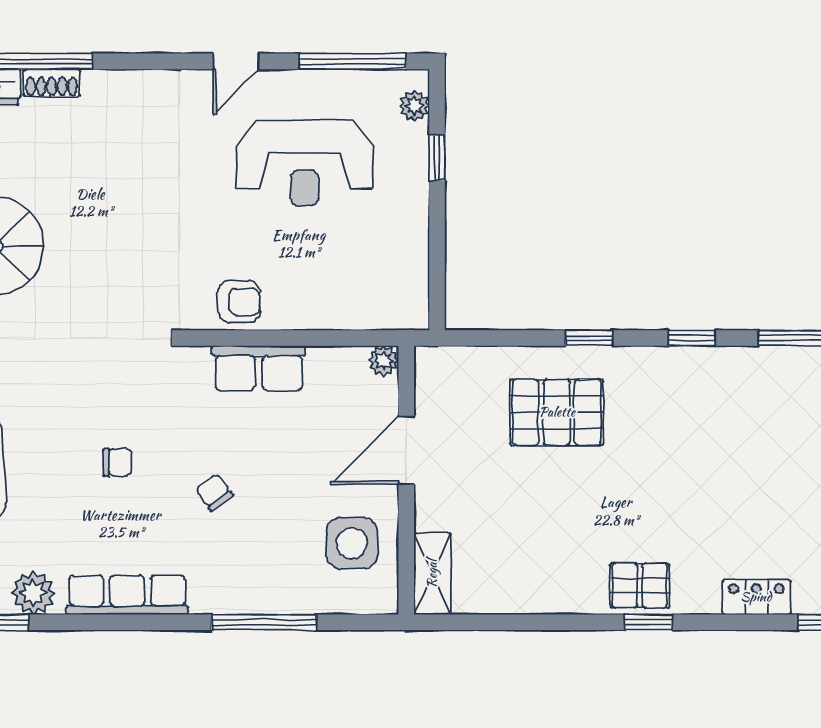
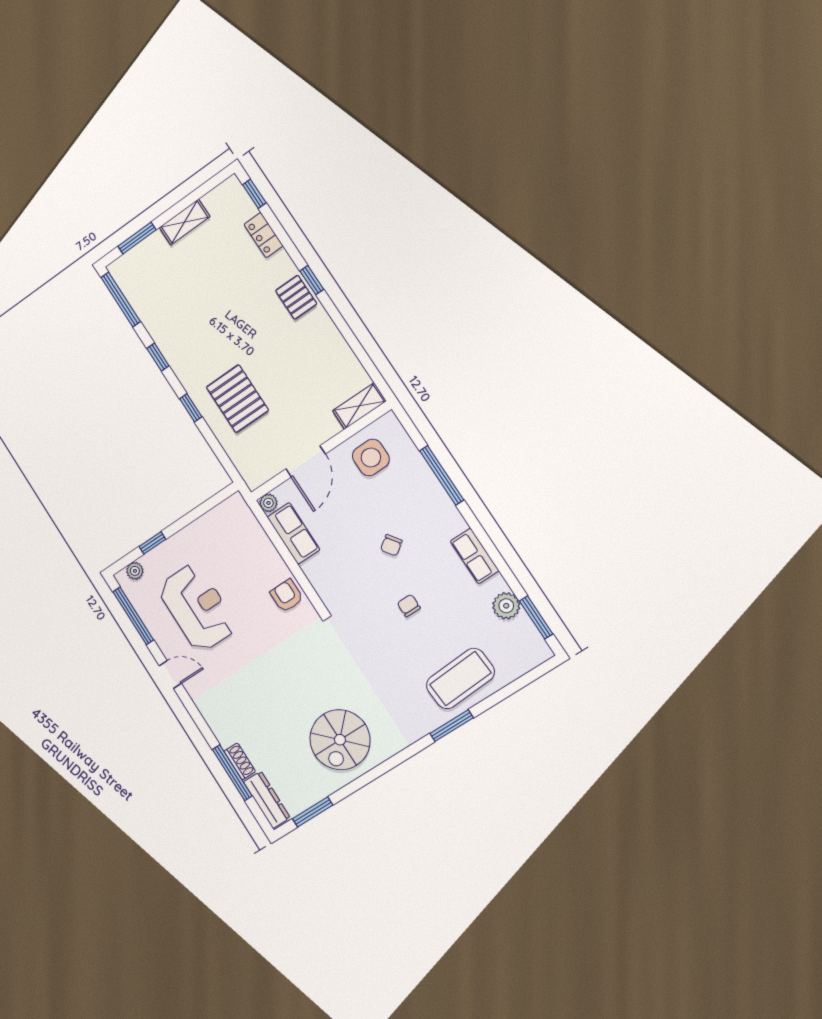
row of seats: (259, 368) -> (294, 533), moved
door: (406, 450) -> (306, 461), hinge flipped
row of seats: (127, 595) -> (475, 556), width x0.68

